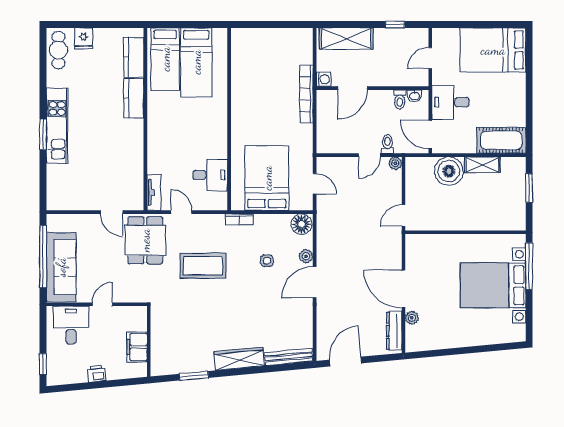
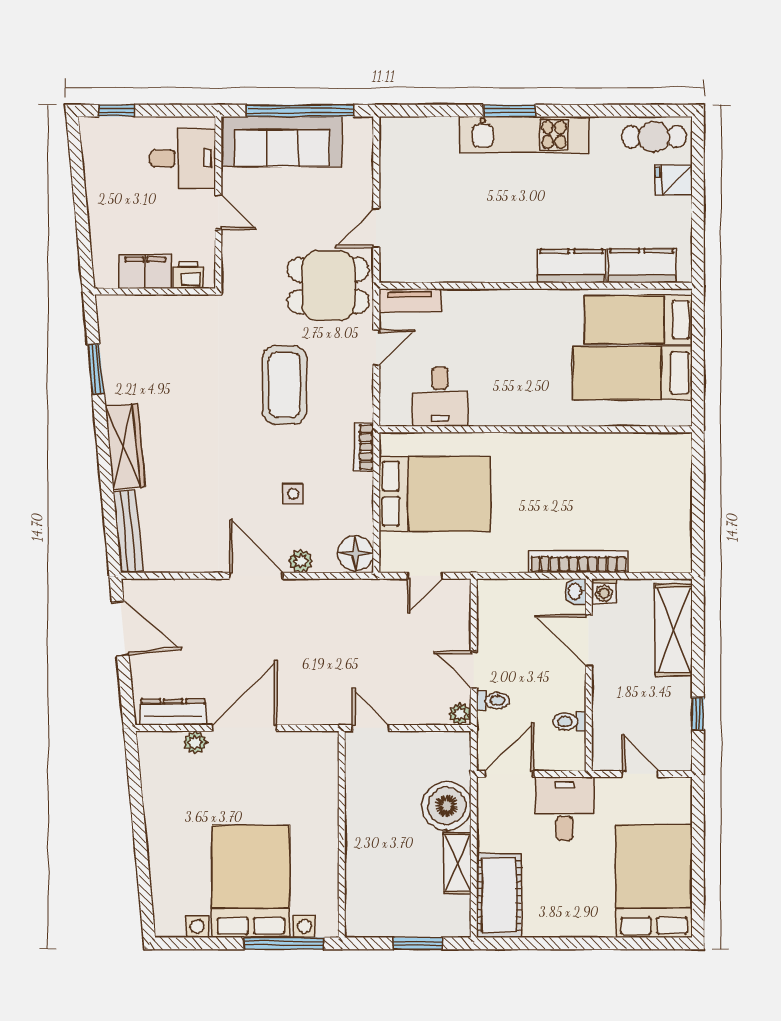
washbasin: (414, 96) -> (576, 591), moved
printer: (97, 374) -> (188, 275), moved, turned -85

